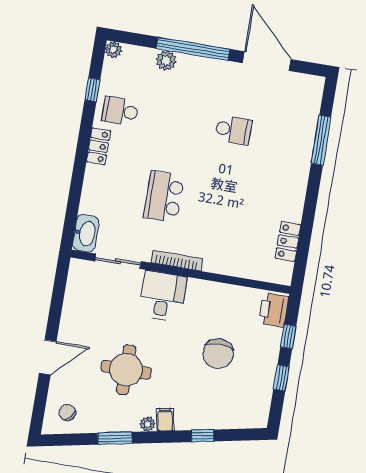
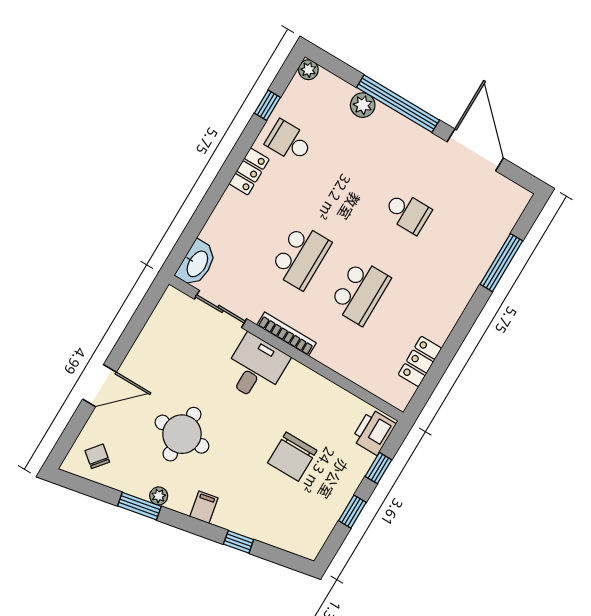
school desk: (164, 197) -> (301, 257), turned 180
school desk: (221, 206) -> (360, 292), added
plant: (148, 424) -> (159, 496), moved

